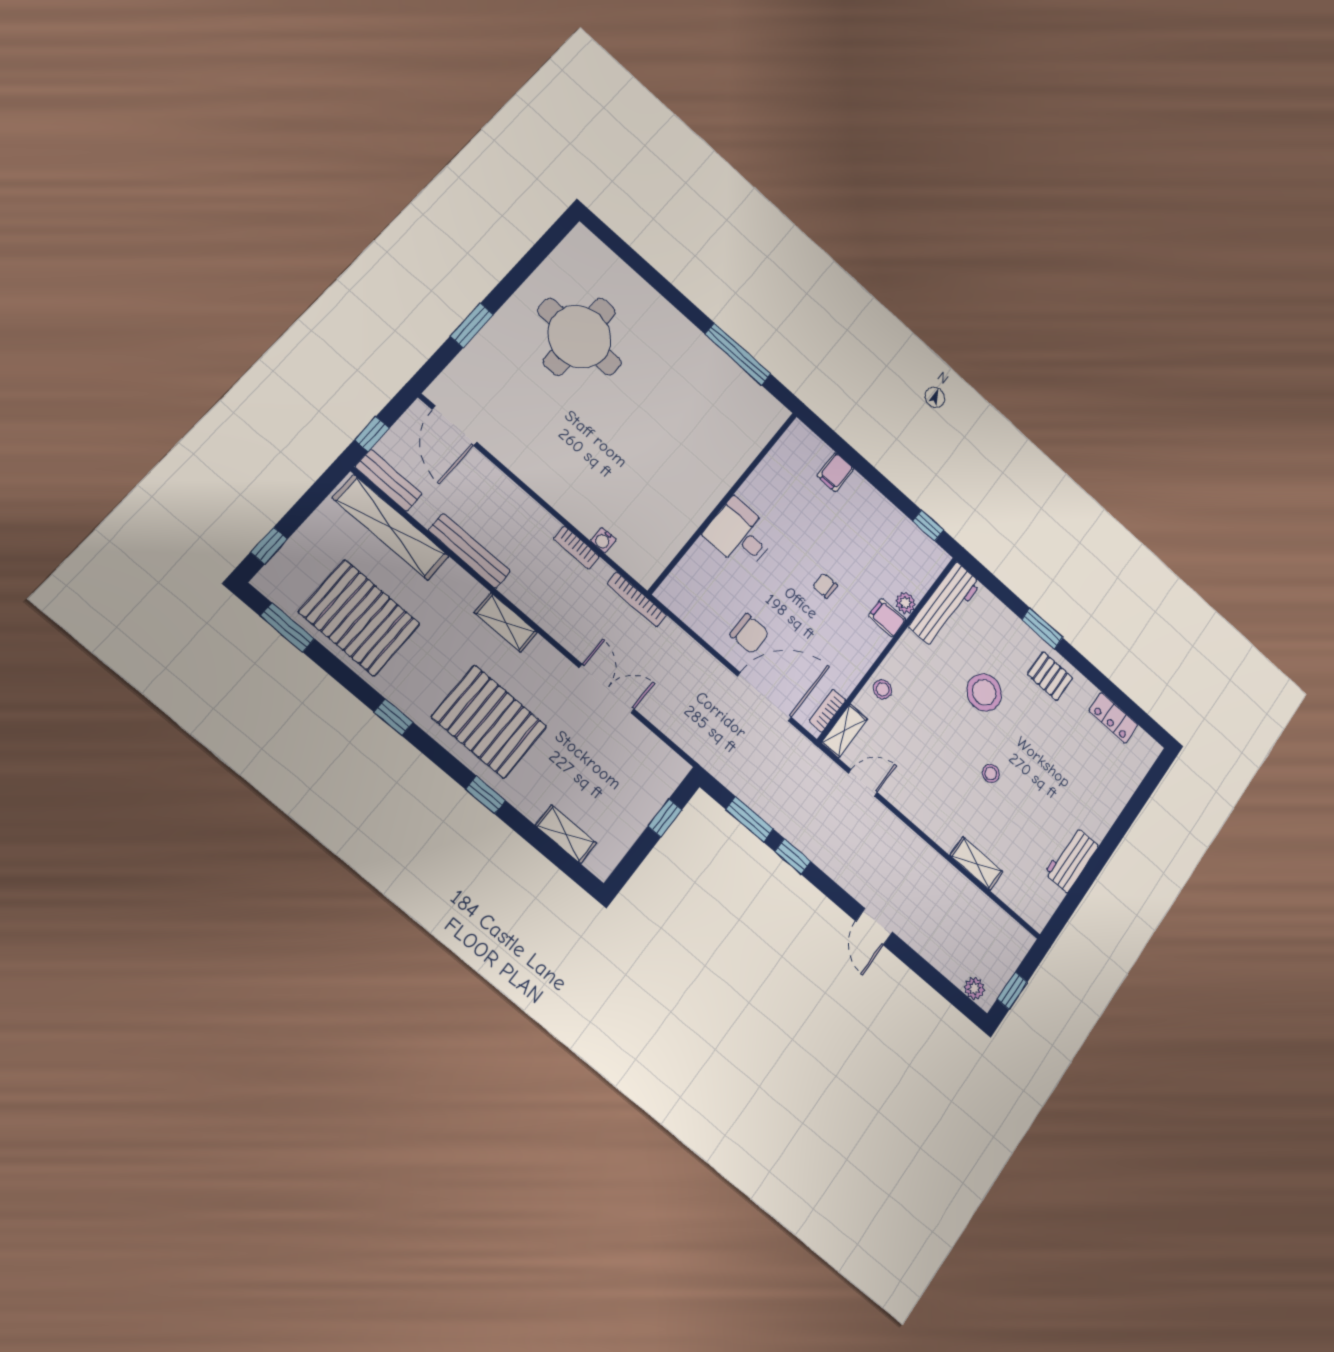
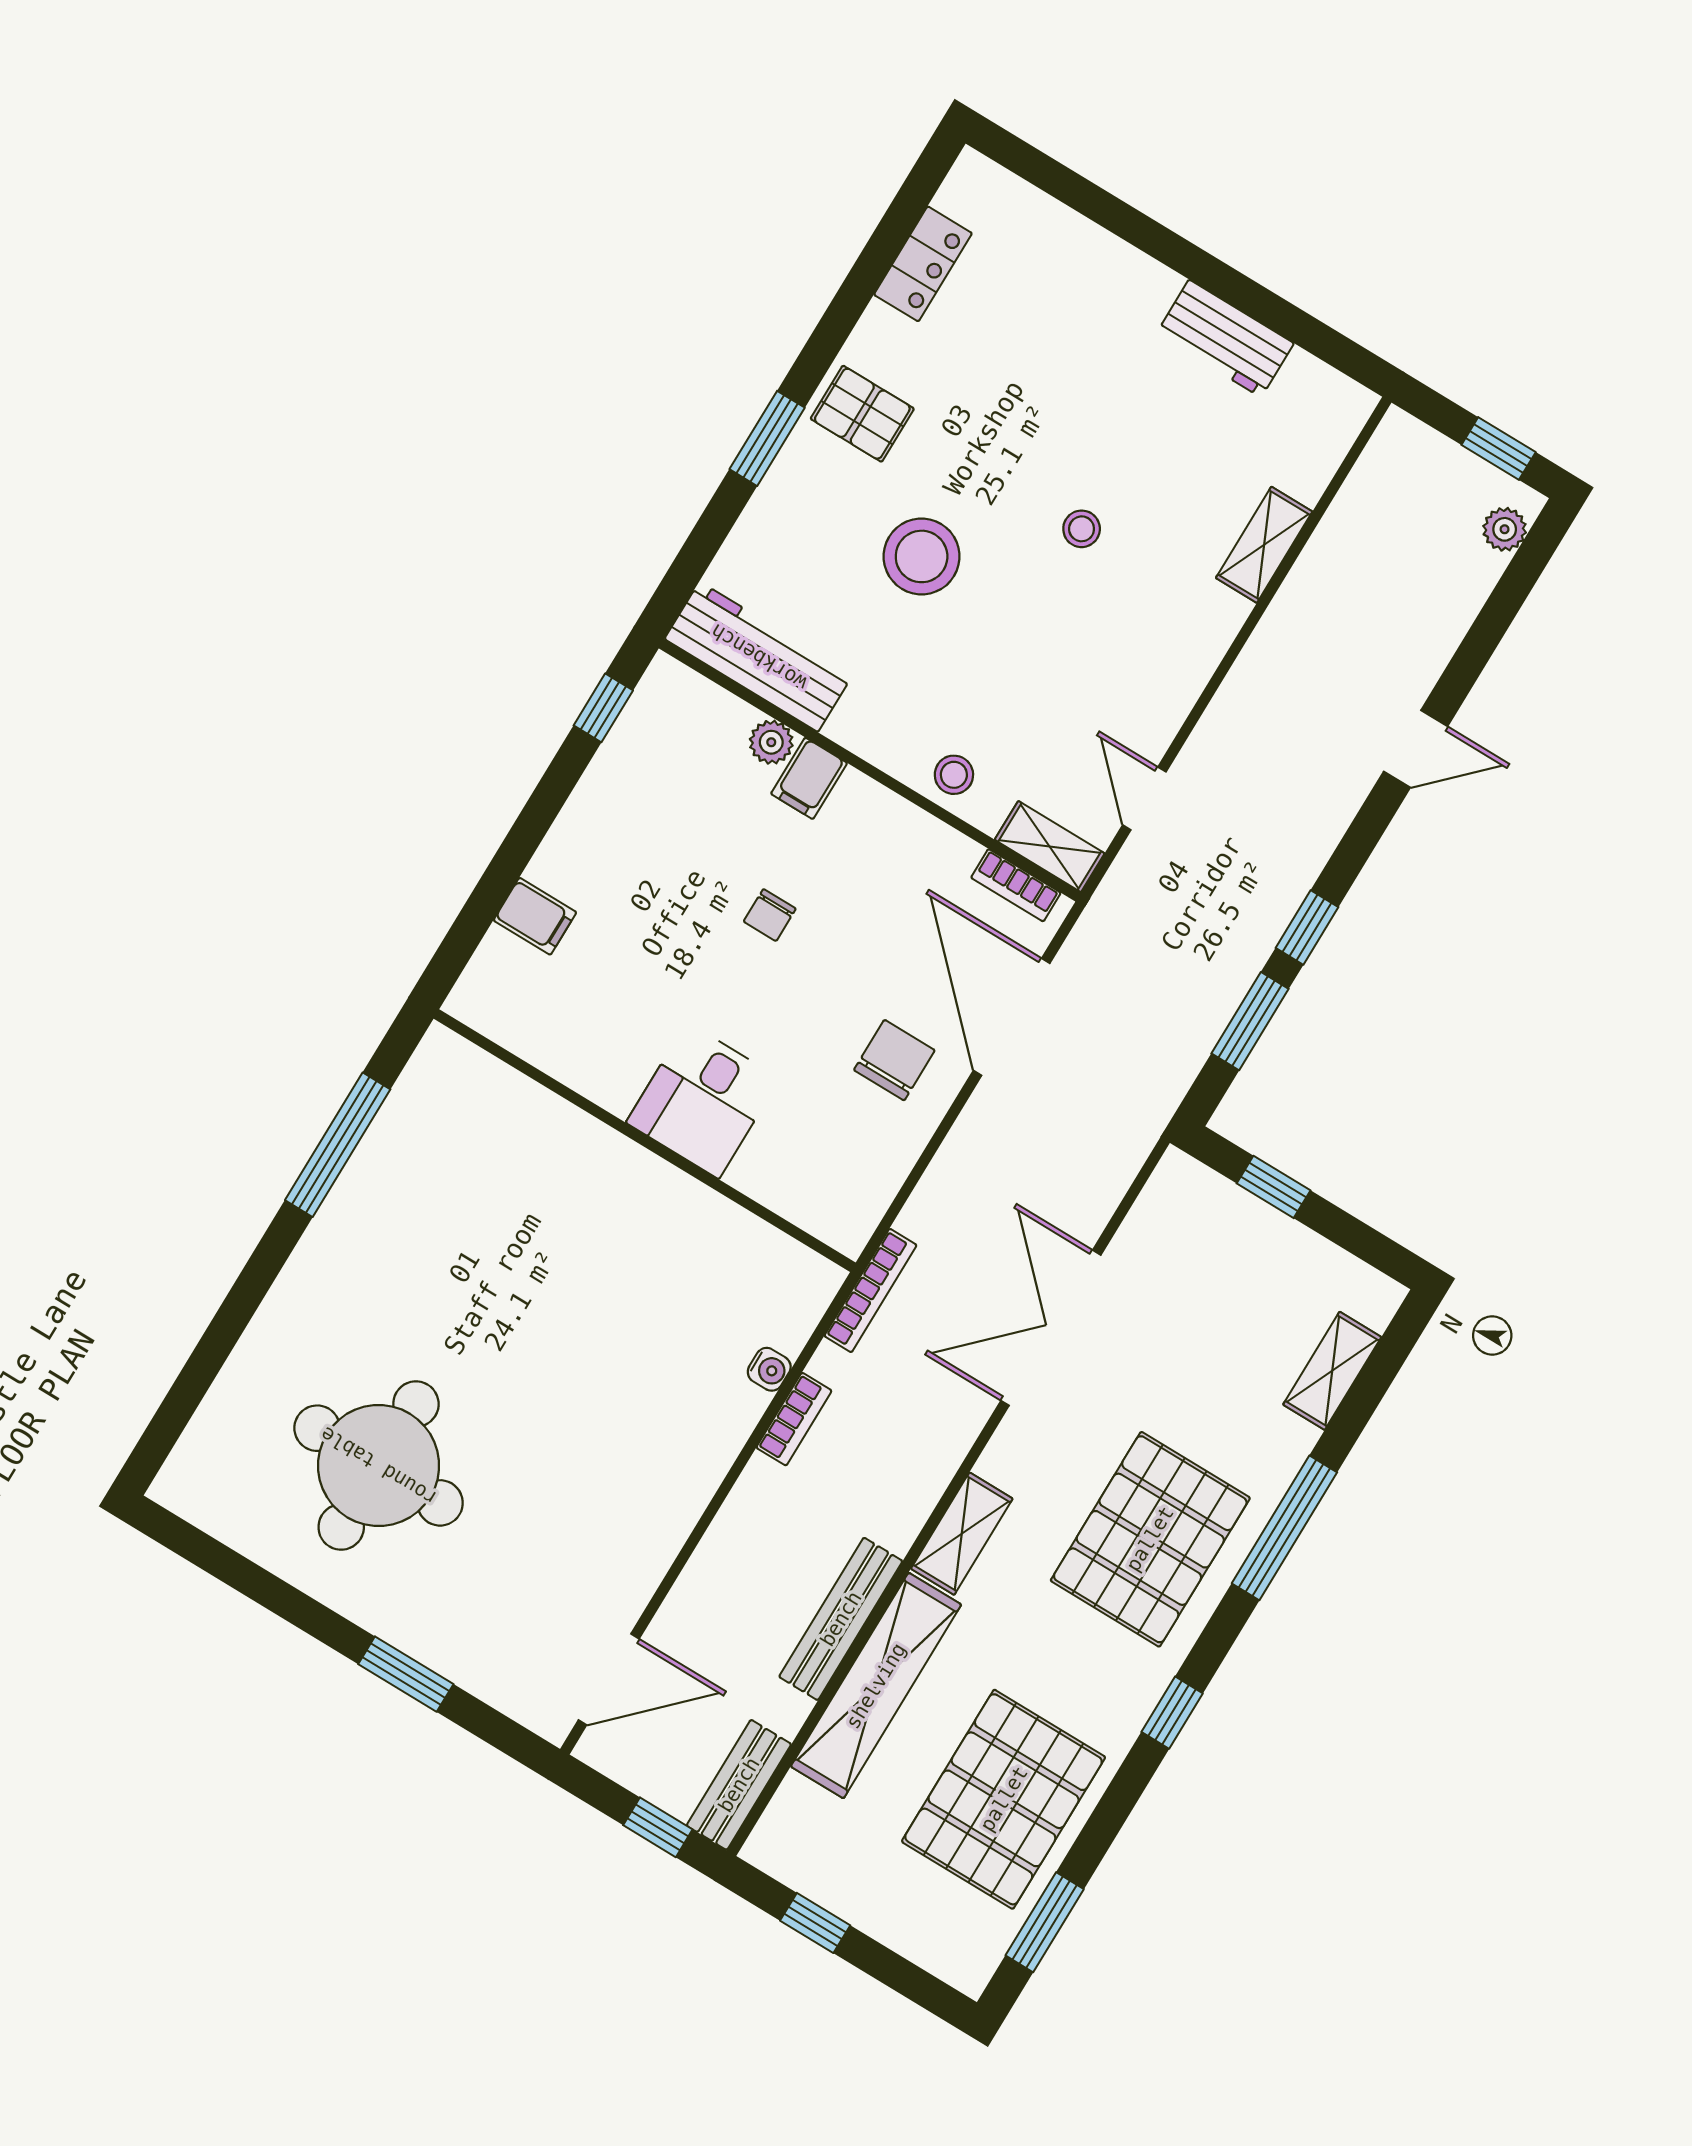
shelving: (391, 527) -> (876, 1686), moved
window: (269, 546) -> (815, 1923), moved
pallet: (1050, 676) -> (862, 414), turned 90
double door: (607, 689) -> (1051, 1328), width x1.37
window: (486, 795) -> (1284, 1528), width x2.17

